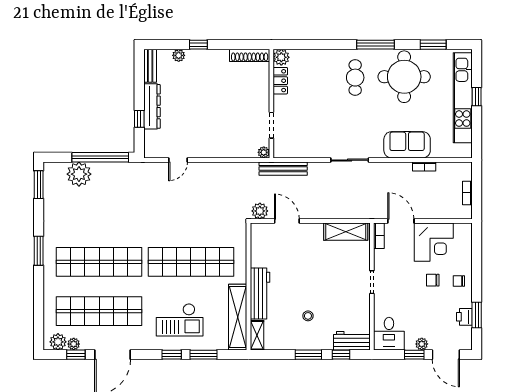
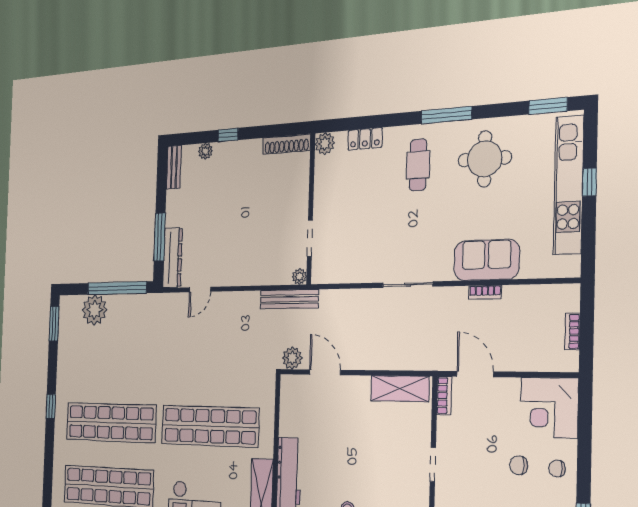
window: (433, 45) -> (548, 106), moved
round table: (404, 77) -> (485, 159), width x0.73, depth x0.73
locker: (280, 81) -> (365, 139), moved, turned 90
dresser: (152, 106) -> (173, 258), moved
window: (139, 119) -> (160, 237), width x2.17
bookcase: (424, 166) -> (485, 292), moved
bench: (283, 169) -> (289, 299), moved
corner desk: (434, 242) -> (549, 408), moved, turned 90
window: (39, 251) -> (51, 406), width x0.67

